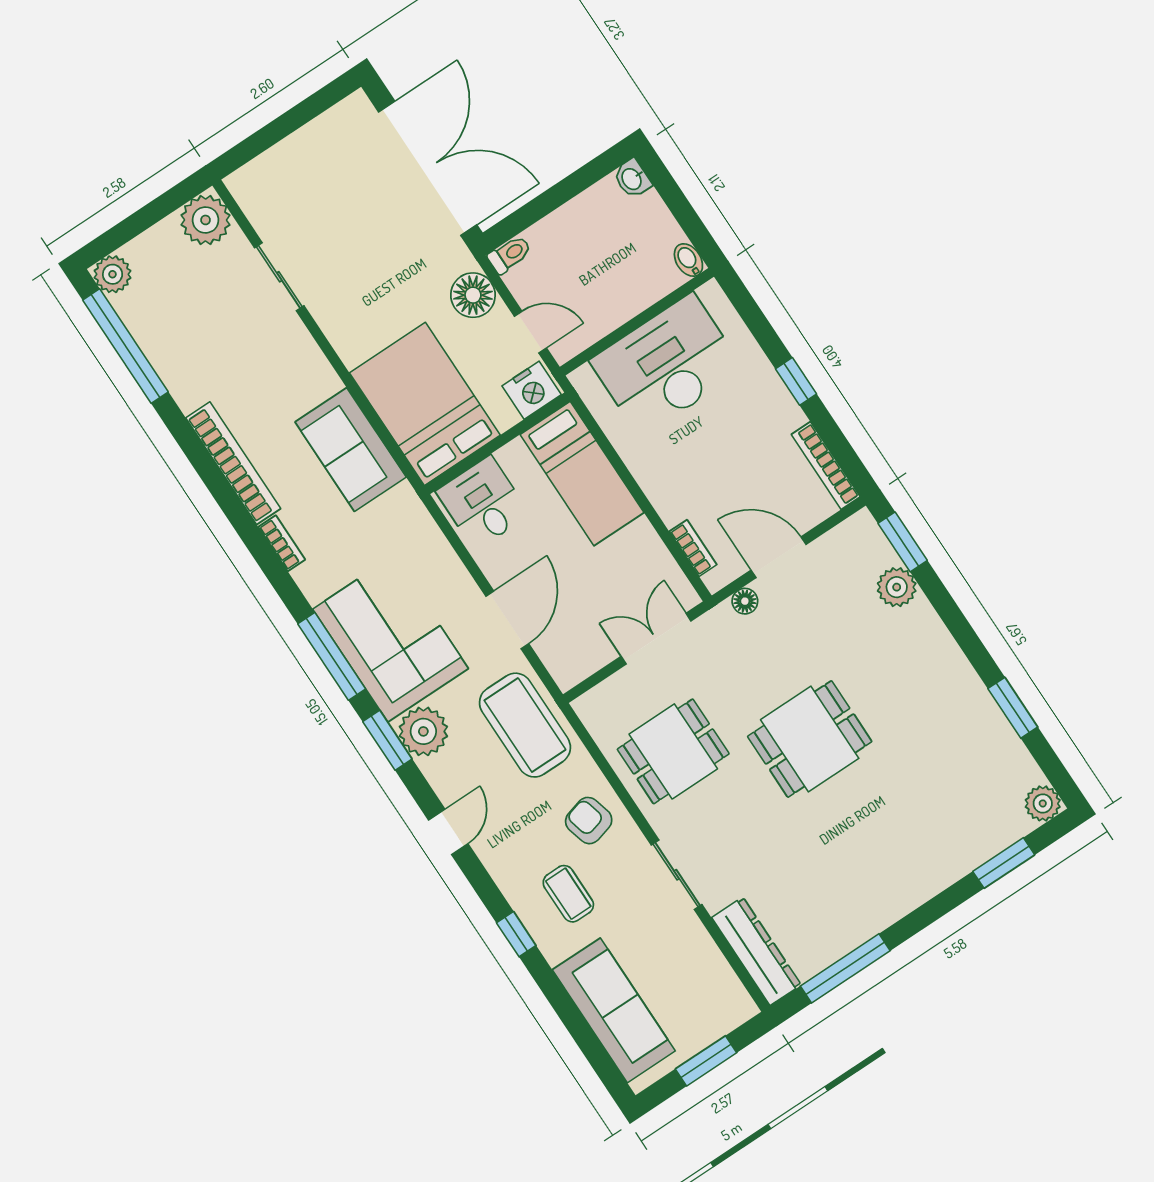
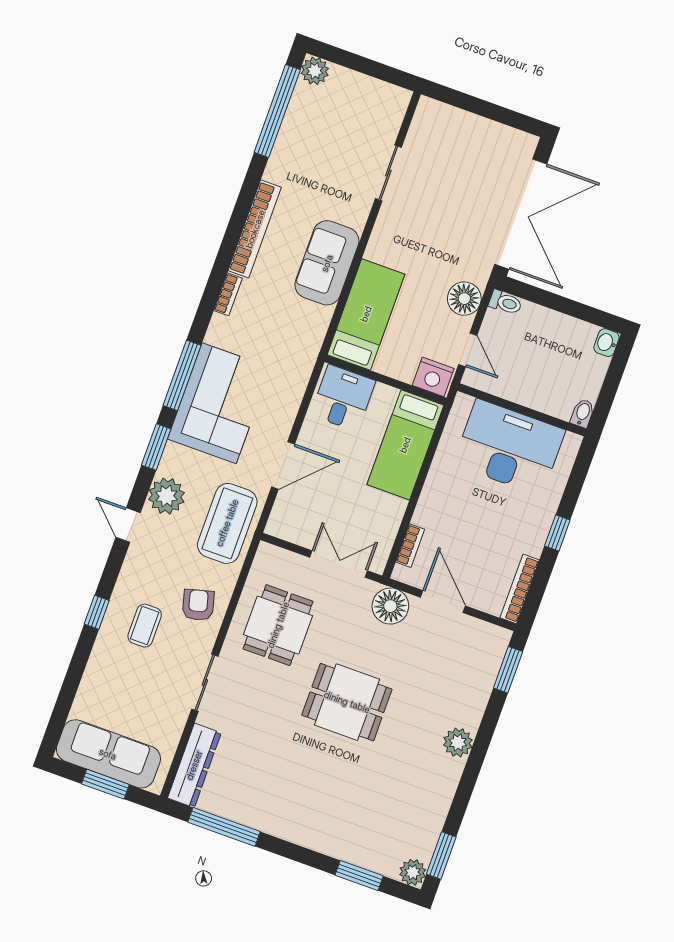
plant: (206, 220) -> (390, 103), removed
bed: (425, 404) -> (366, 314), width x0.67
sofa: (351, 450) -> (327, 263), moved
plant: (897, 587) -> (458, 743), moved
floor lamp: (745, 601) -> (390, 606), width x1.89, depth x1.89
window: (1013, 708) -> (441, 855), moved
plant: (423, 731) -> (166, 496), moved
dining table: (673, 751) -> (278, 625), turned 90
door: (448, 832) -> (128, 525), swing flipped
sofa: (614, 1010) -> (108, 754), moved, turned -90

